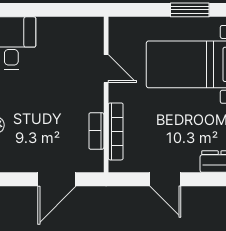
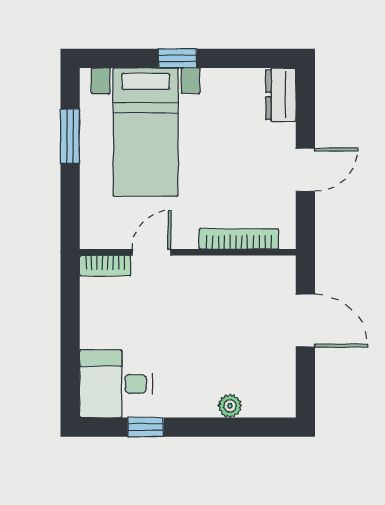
bookcase: (96, 131) -> (105, 266), moved

